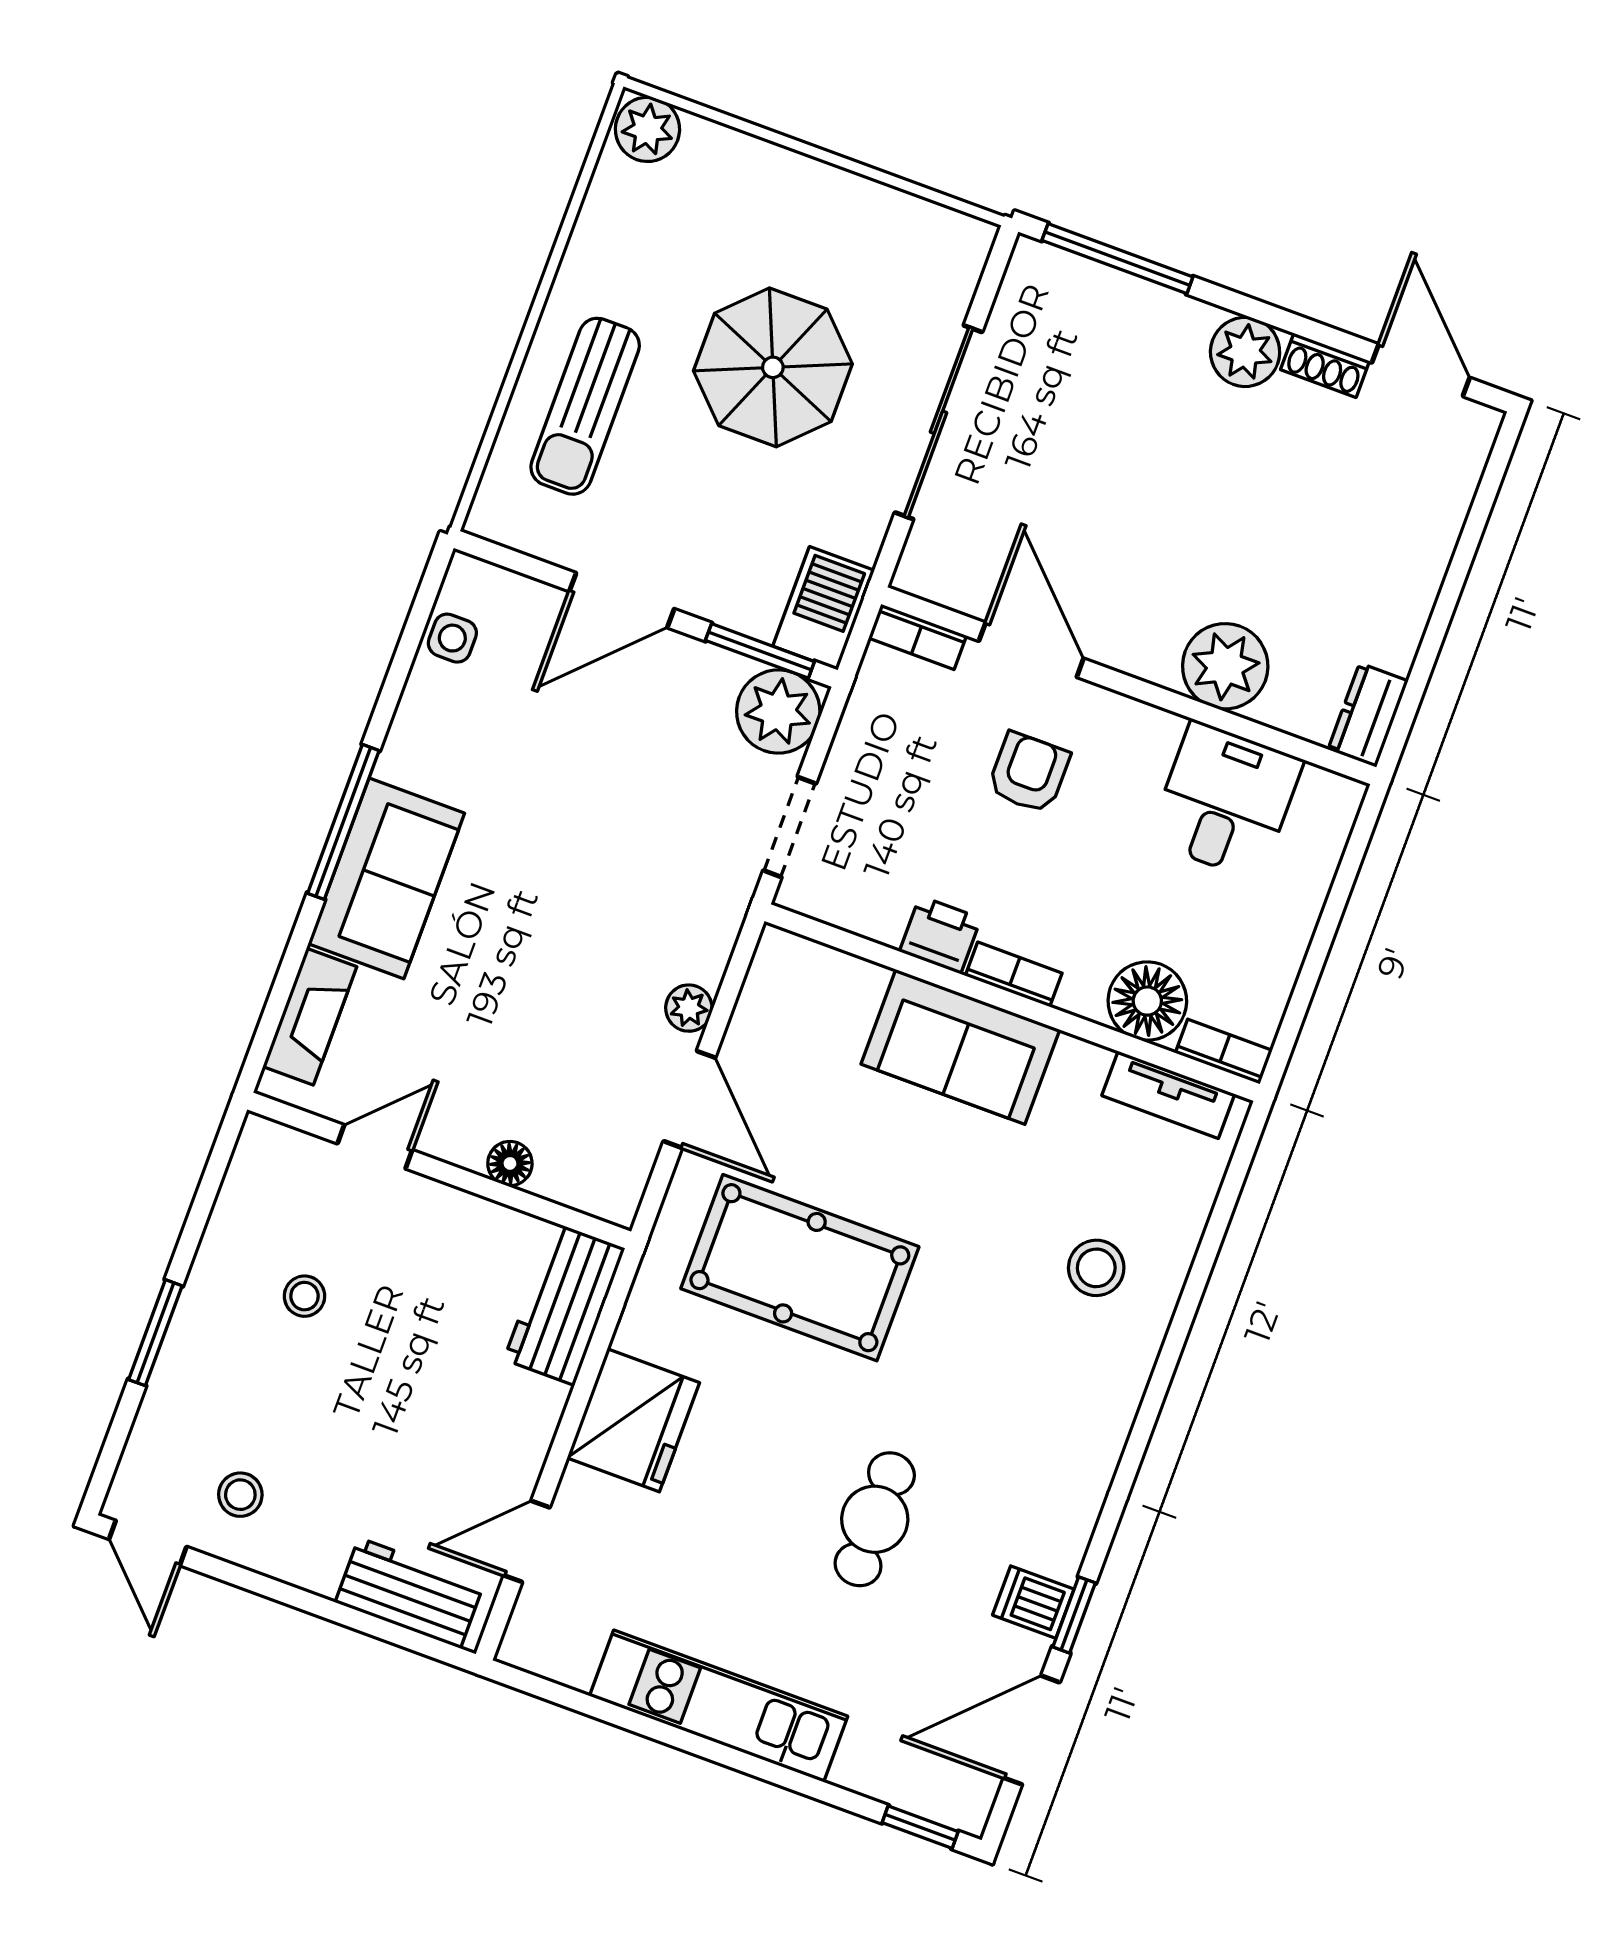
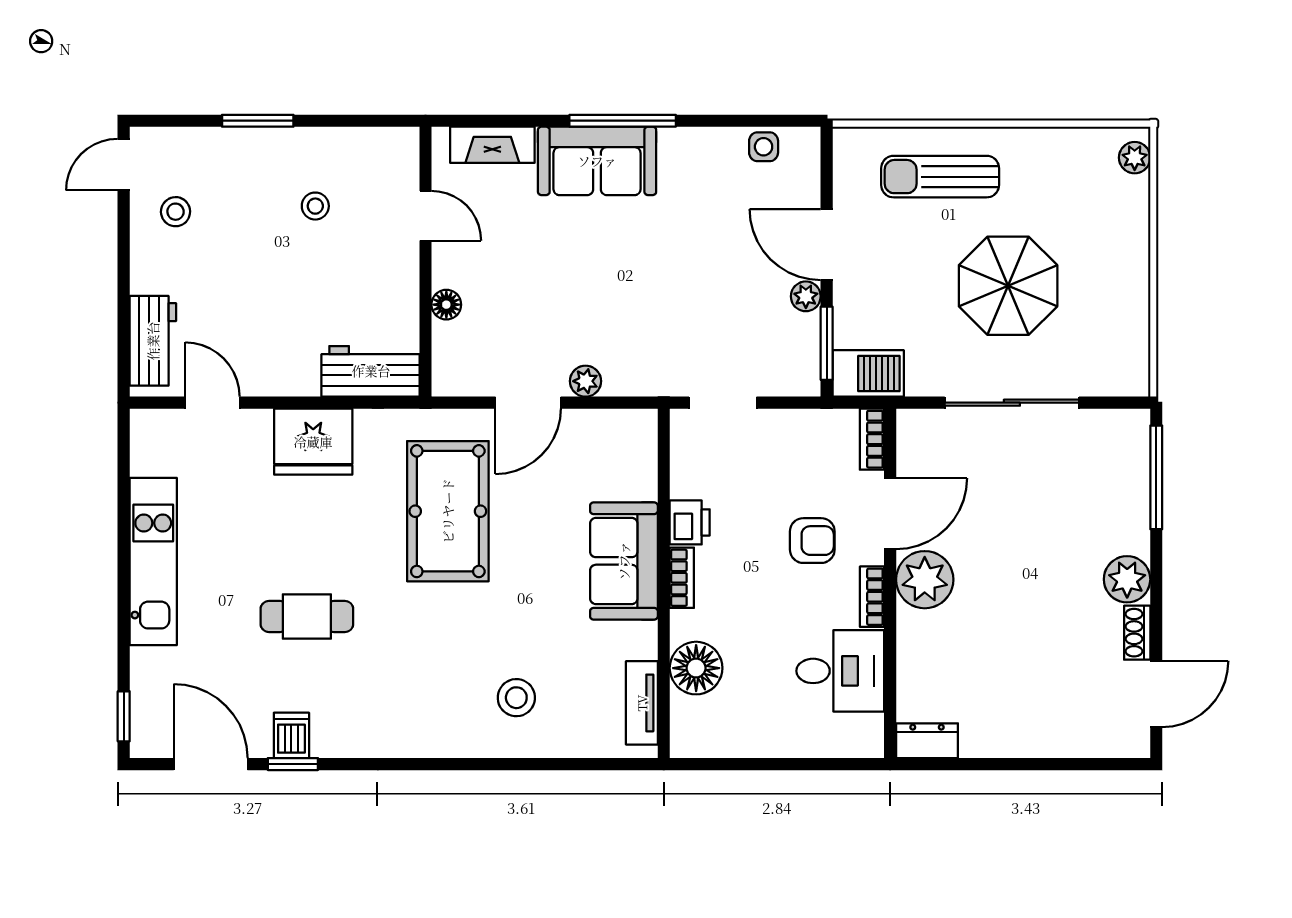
plant: (647, 129) -> (1135, 158), width x0.73, depth x0.73
plant: (1225, 666) -> (925, 580), moved
plant: (778, 712) -> (806, 296), moved, width x0.53, depth x0.53
bookcase: (1224, 1052) -> (872, 597), moved, turned 180

